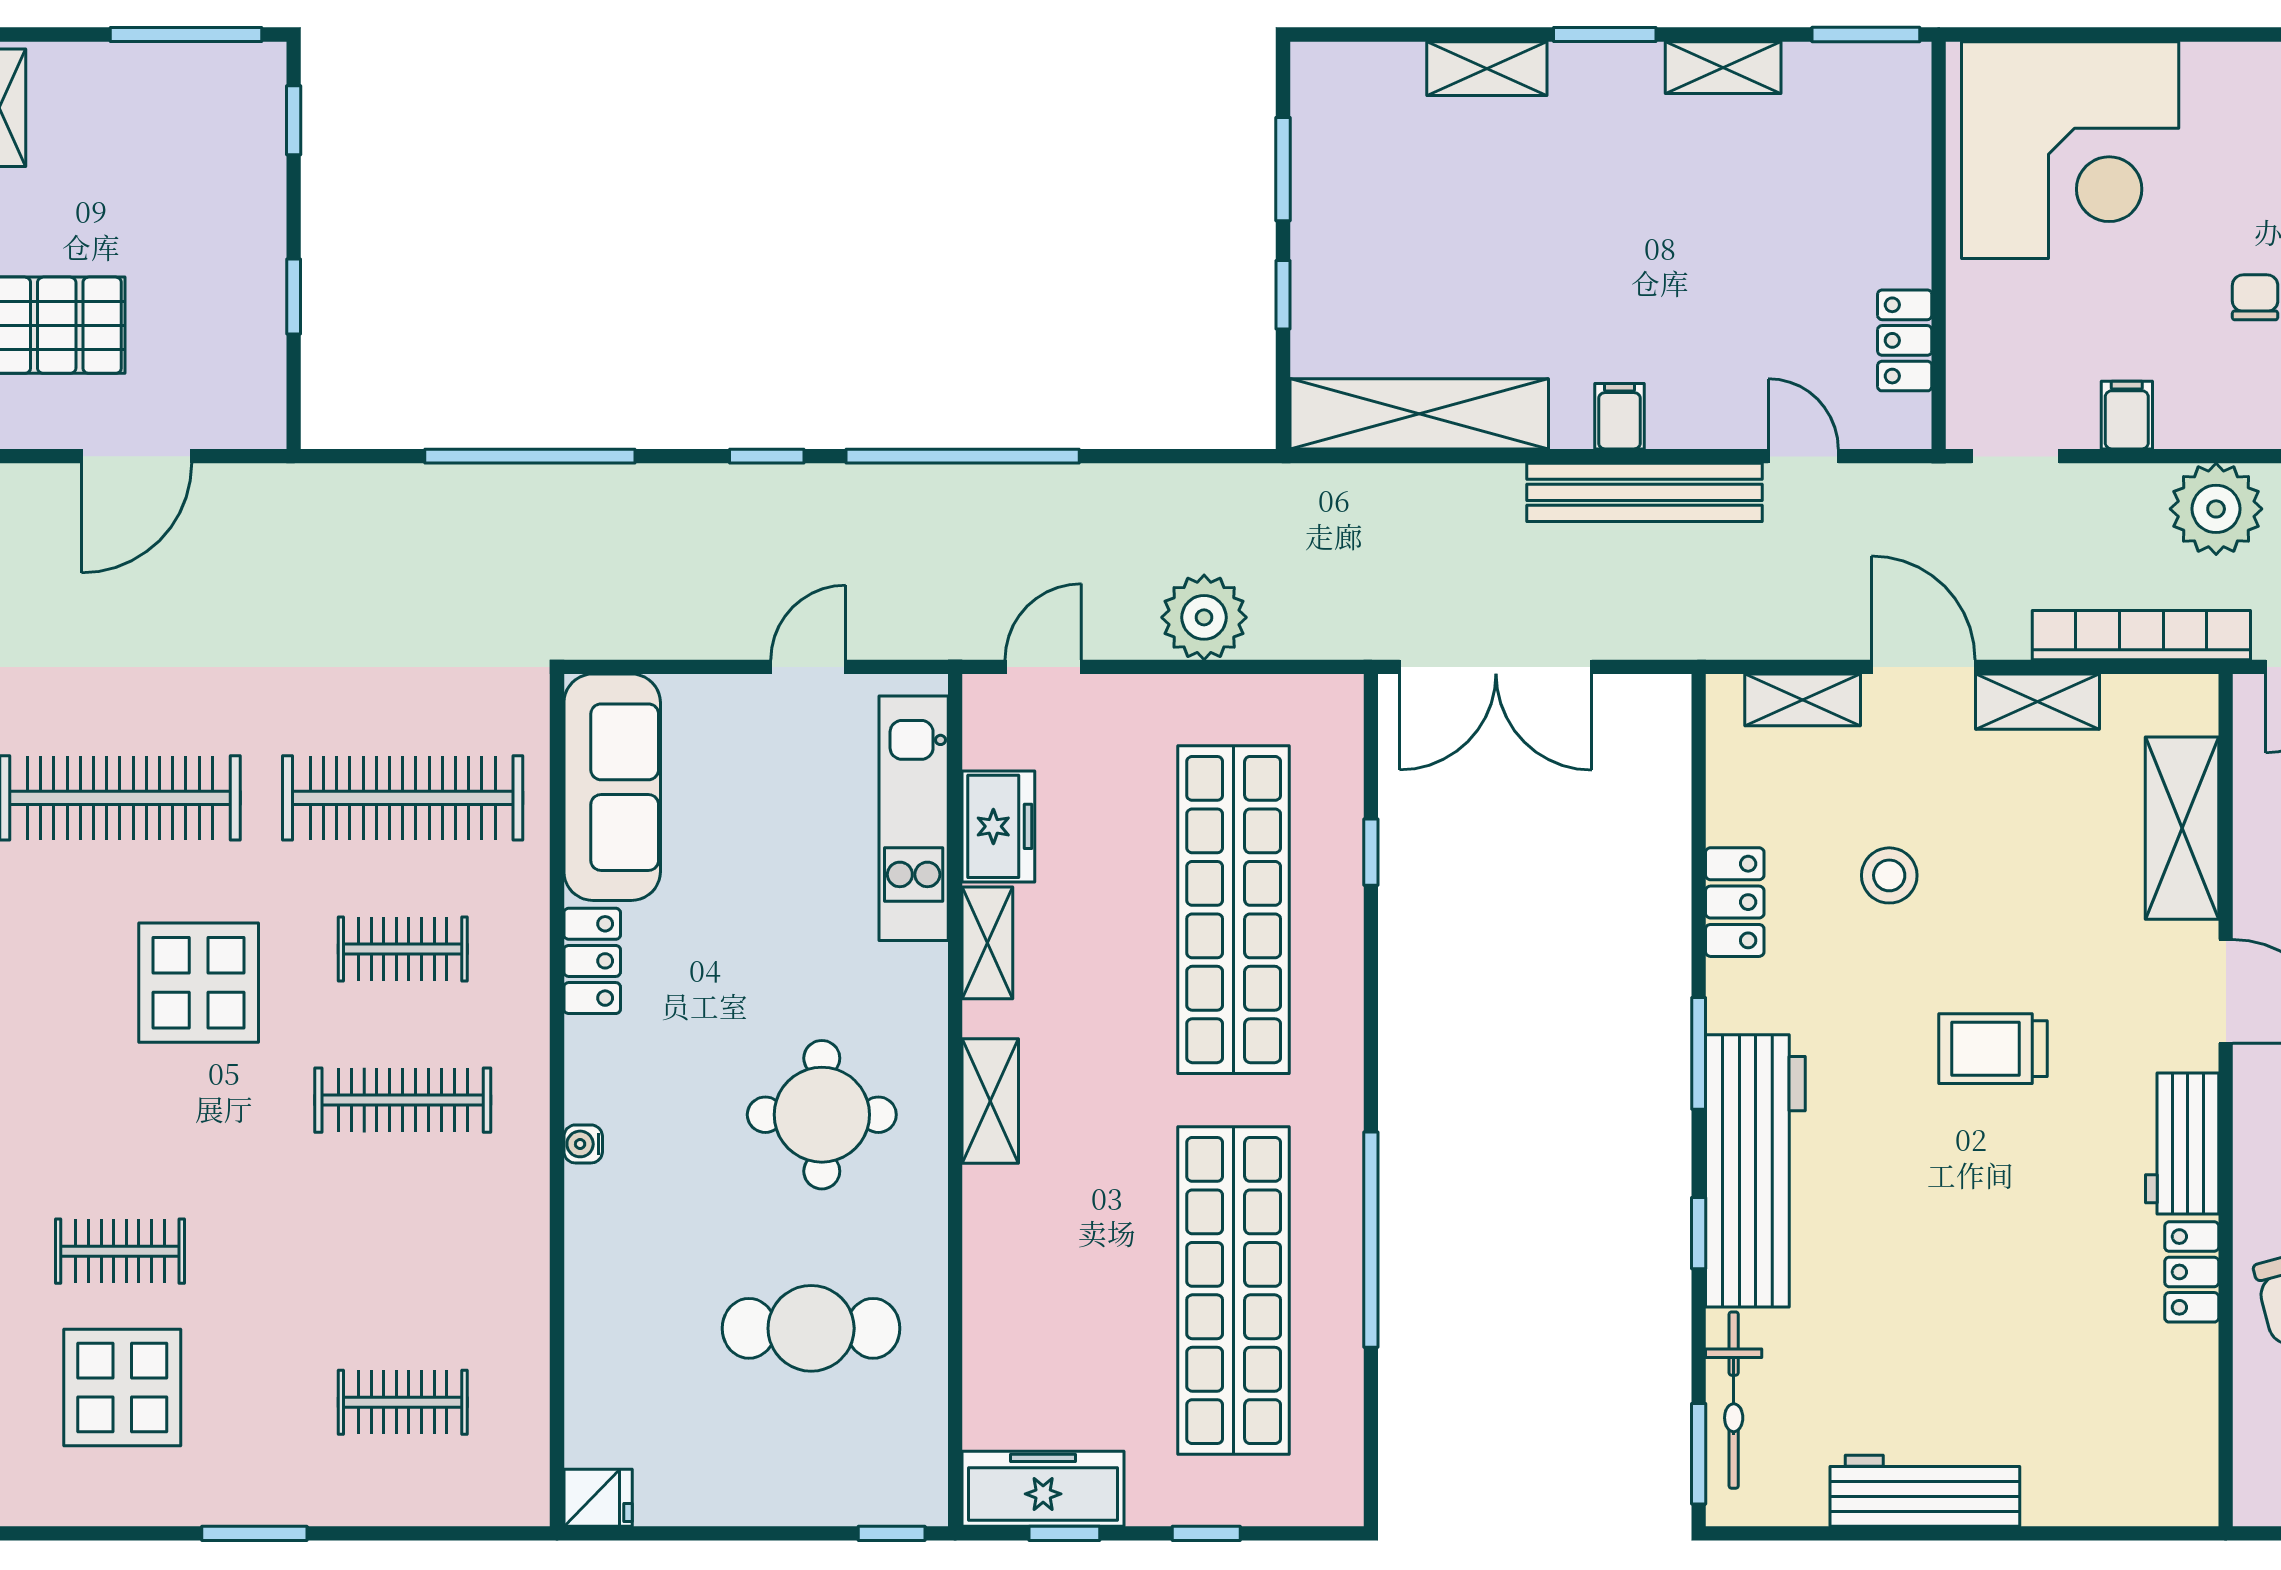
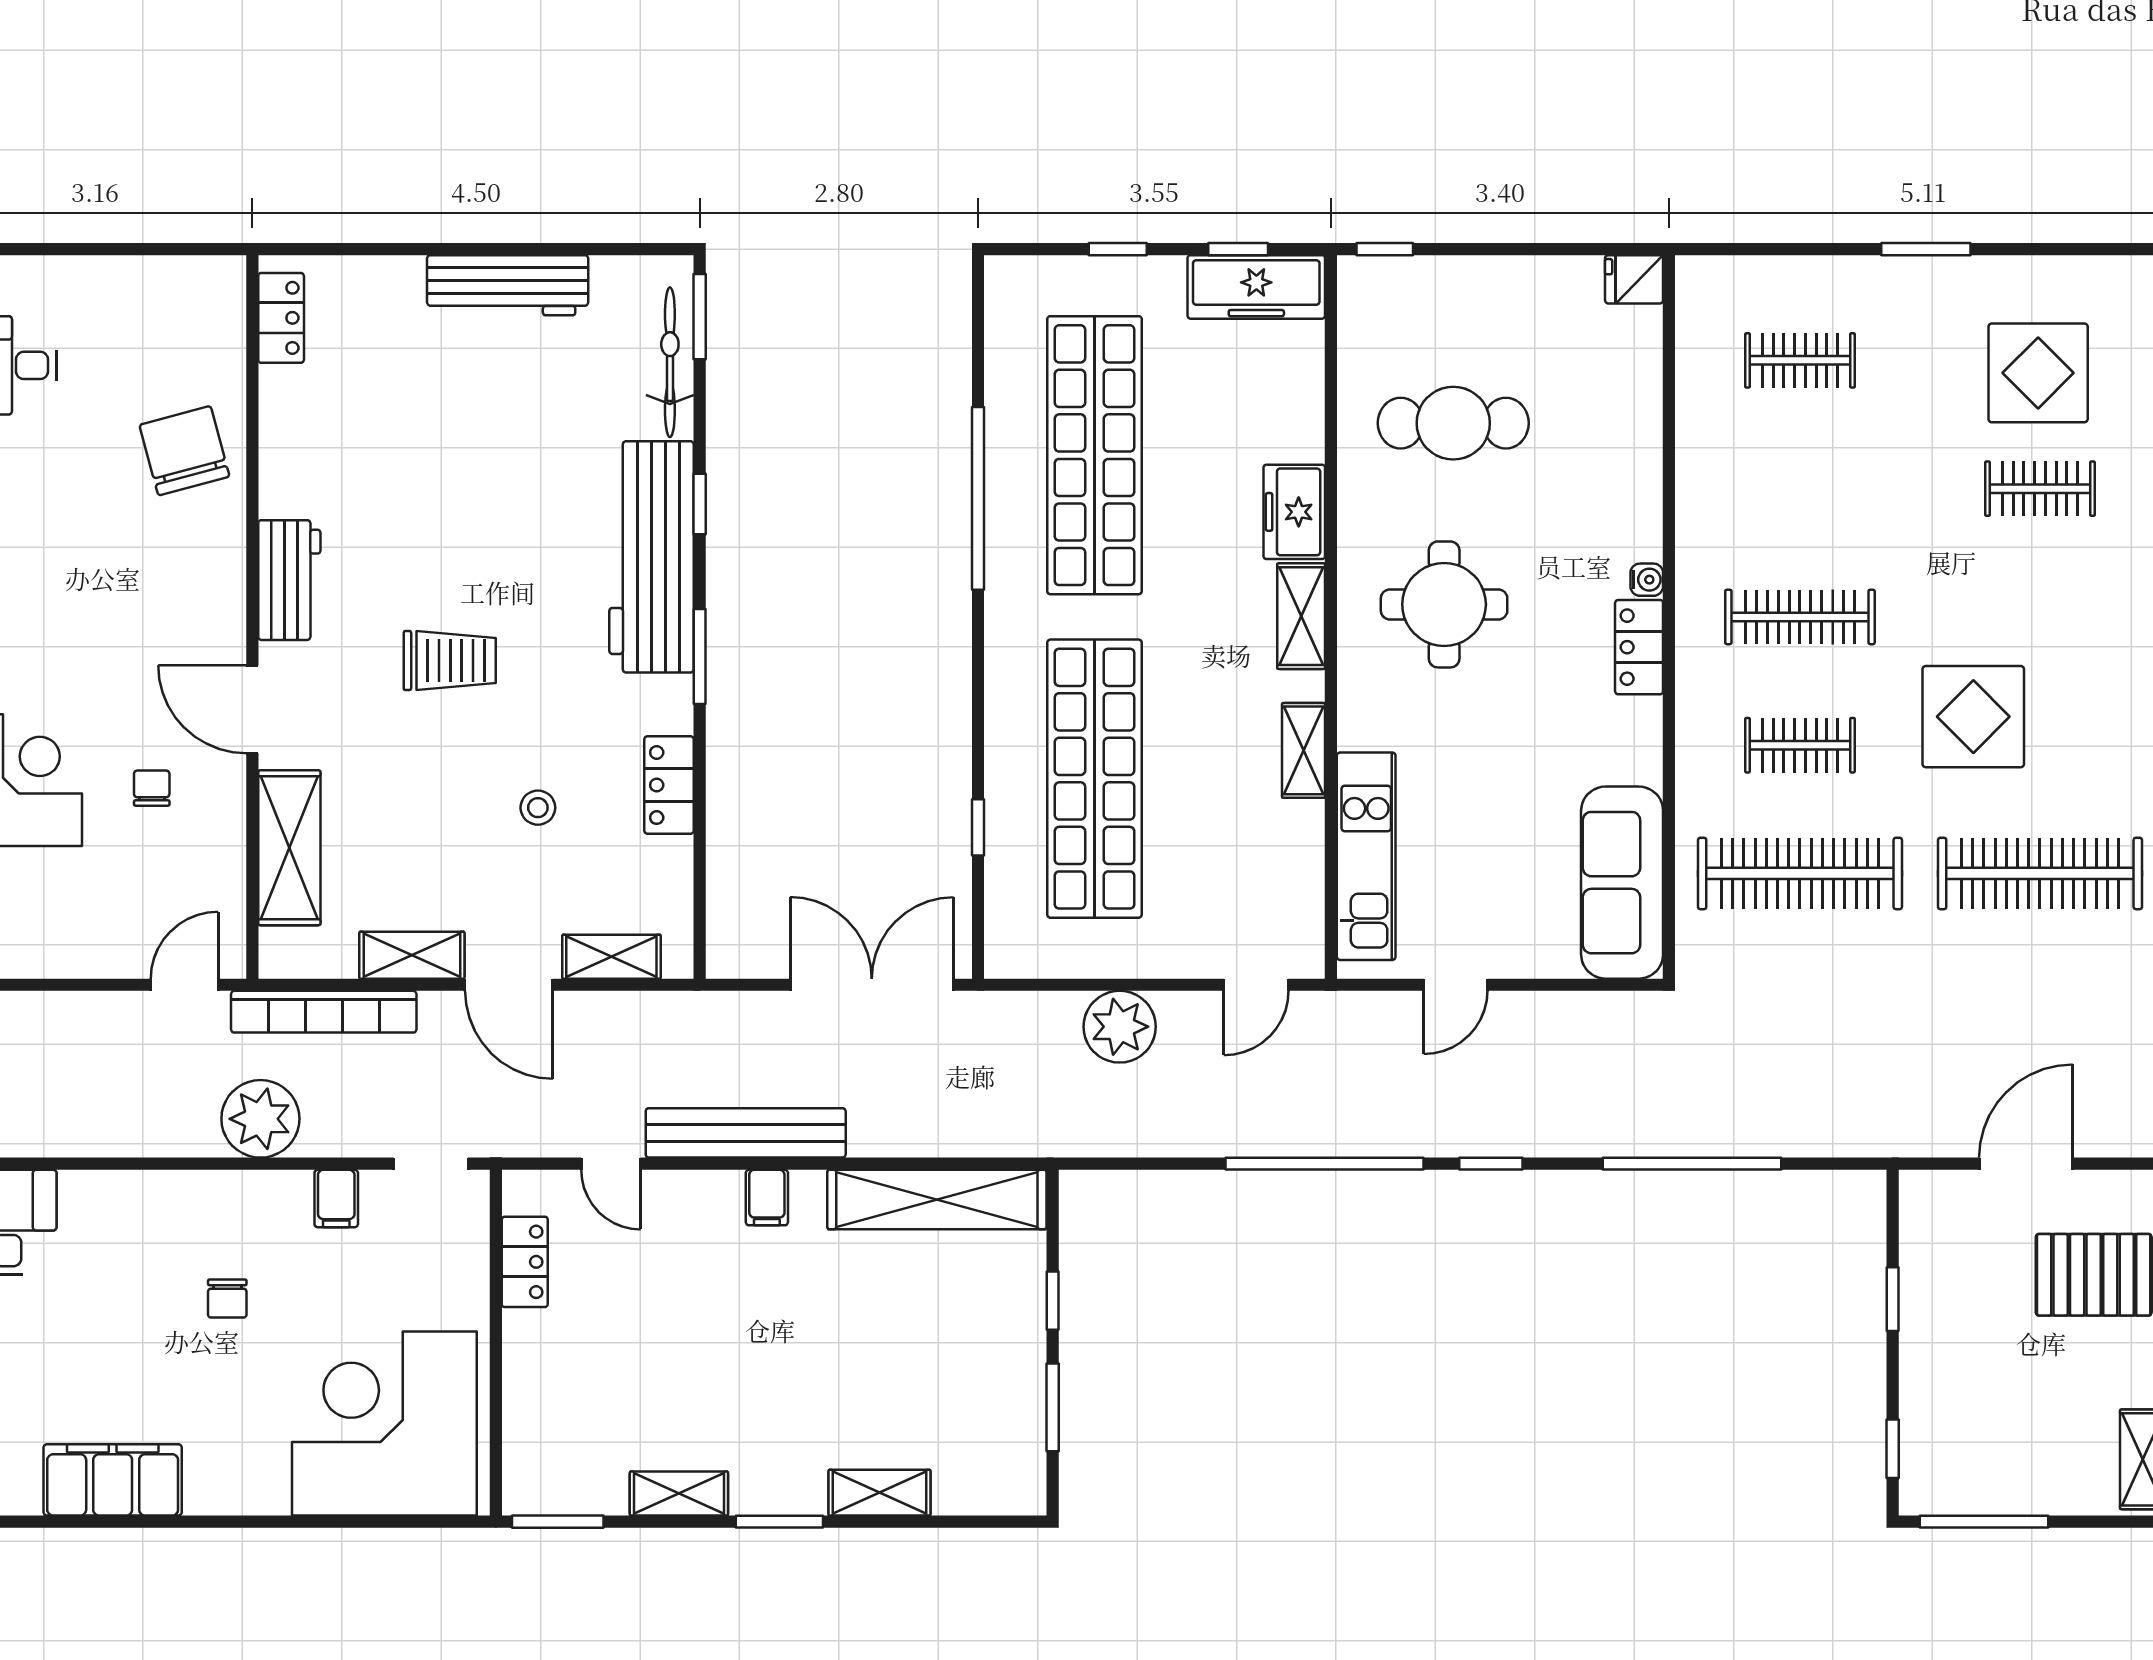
freezer: (998, 826) -> (1294, 512), moved
stool: (1889, 875) -> (538, 808), width x0.73, depth x0.73
locker: (592, 961) -> (1639, 647), moved
locker: (2192, 1272) -> (281, 318), moved

